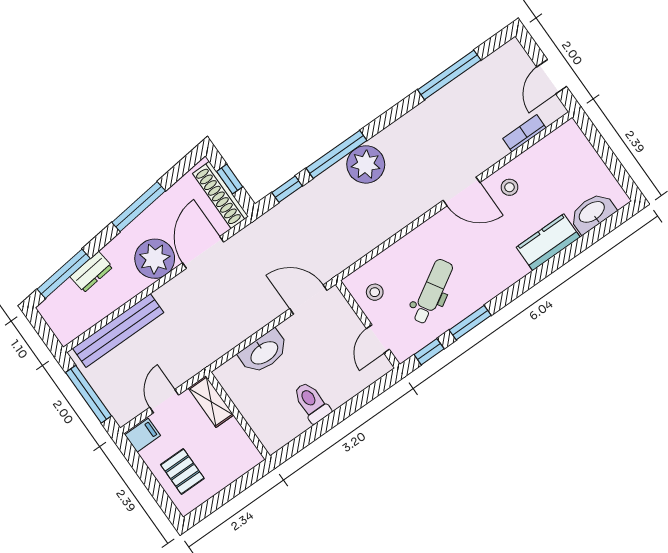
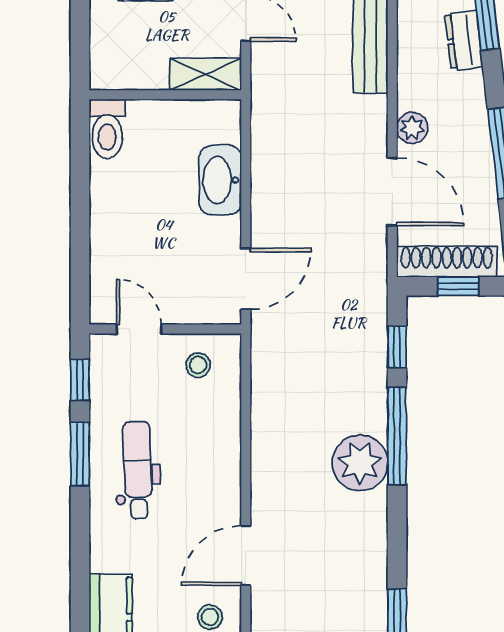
plant: (155, 259) -> (412, 128), width x0.53, depth x0.53
dental chair: (432, 292) -> (138, 470), moved, turned -151
toilet: (312, 402) -> (107, 129), moved, turned 90

